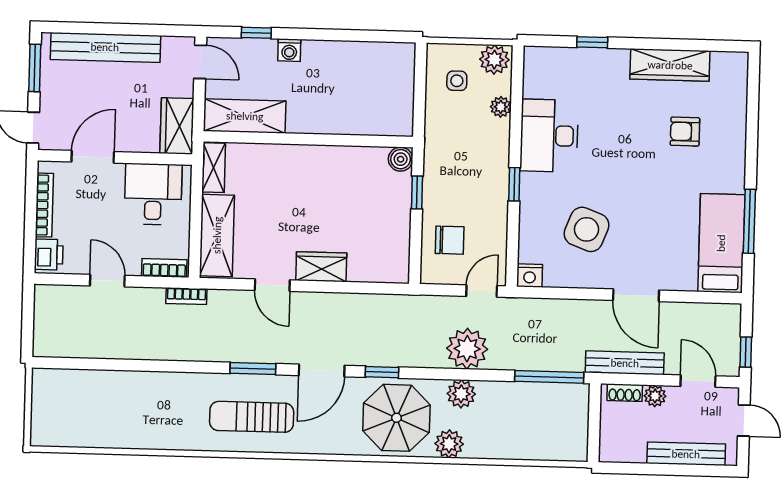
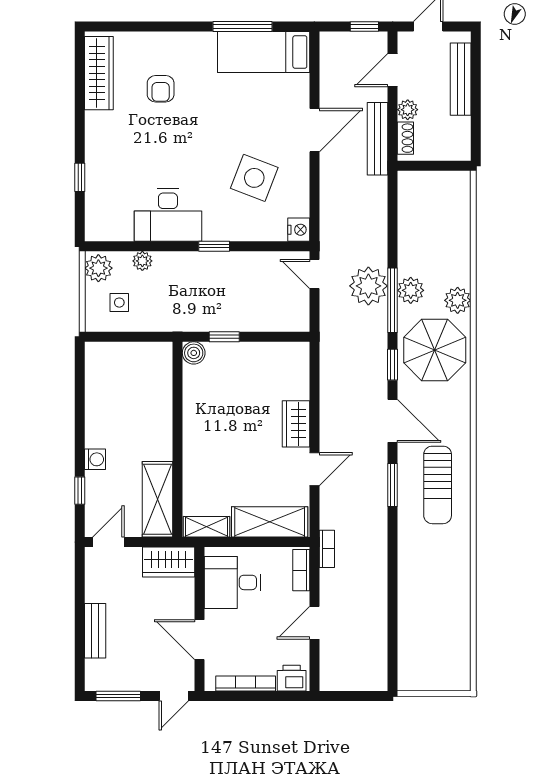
bench: (105, 47) -> (95, 631), width x0.54, depth x0.82
wardrobe: (670, 65) -> (99, 73), moved
chair: (450, 240) -> (268, 305), removed
window: (549, 377) -> (393, 300), moved

